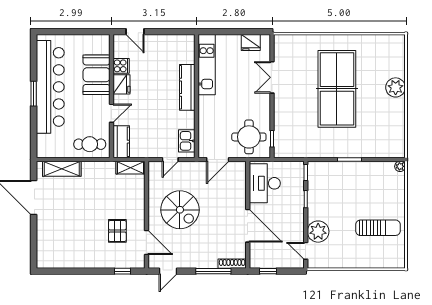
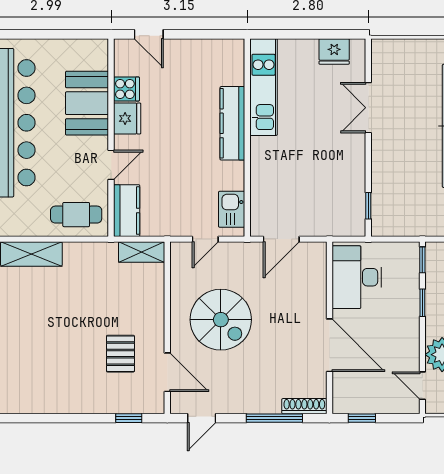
round table: (249, 137) -> (331, 203), removed

